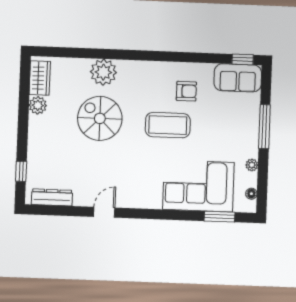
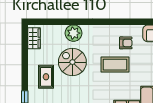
plant: (38, 105) -> (33, 55), removed
rug: (57, 140) -> (46, 77), added

